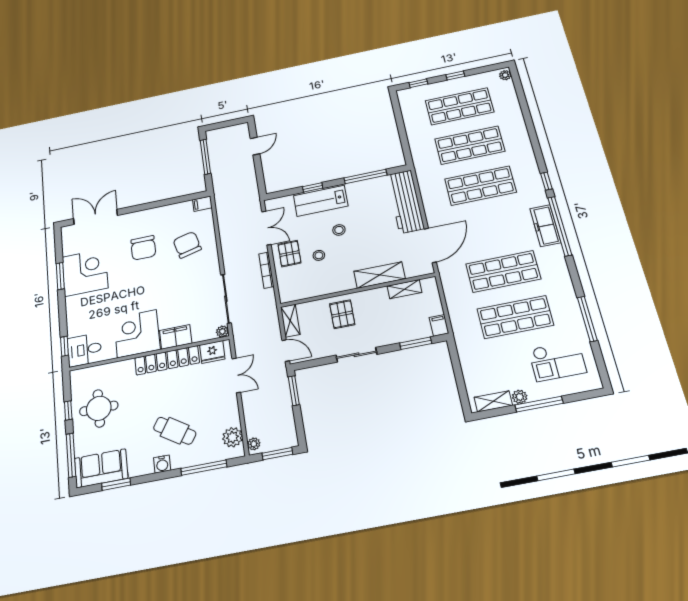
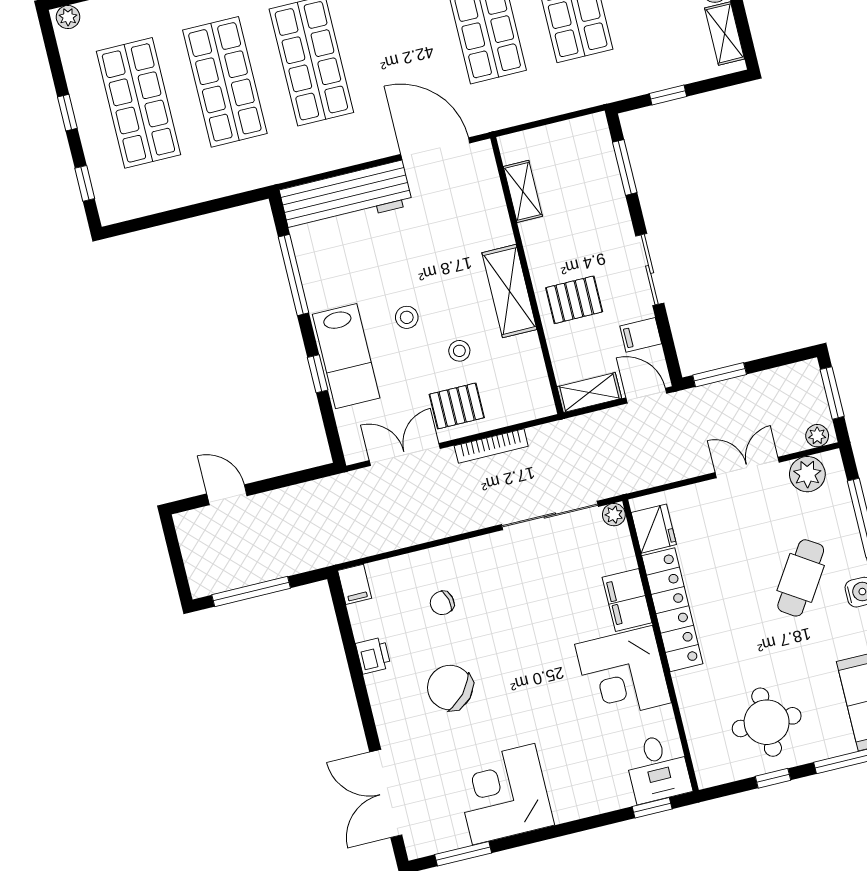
printer: (165, 212) -> (373, 655), added
chair: (187, 245) -> (442, 603), width x0.54, depth x0.54
chair: (143, 248) -> (450, 688), turned -138
shelving: (380, 275) -> (509, 291), moved
window: (60, 276) -> (463, 854), moved
filing cabinet: (439, 325) -> (641, 335), moved
door: (286, 351) -> (646, 396), hinge flipped
window: (457, 368) -> (668, 95), added
double door: (236, 375) -> (747, 467), moved

